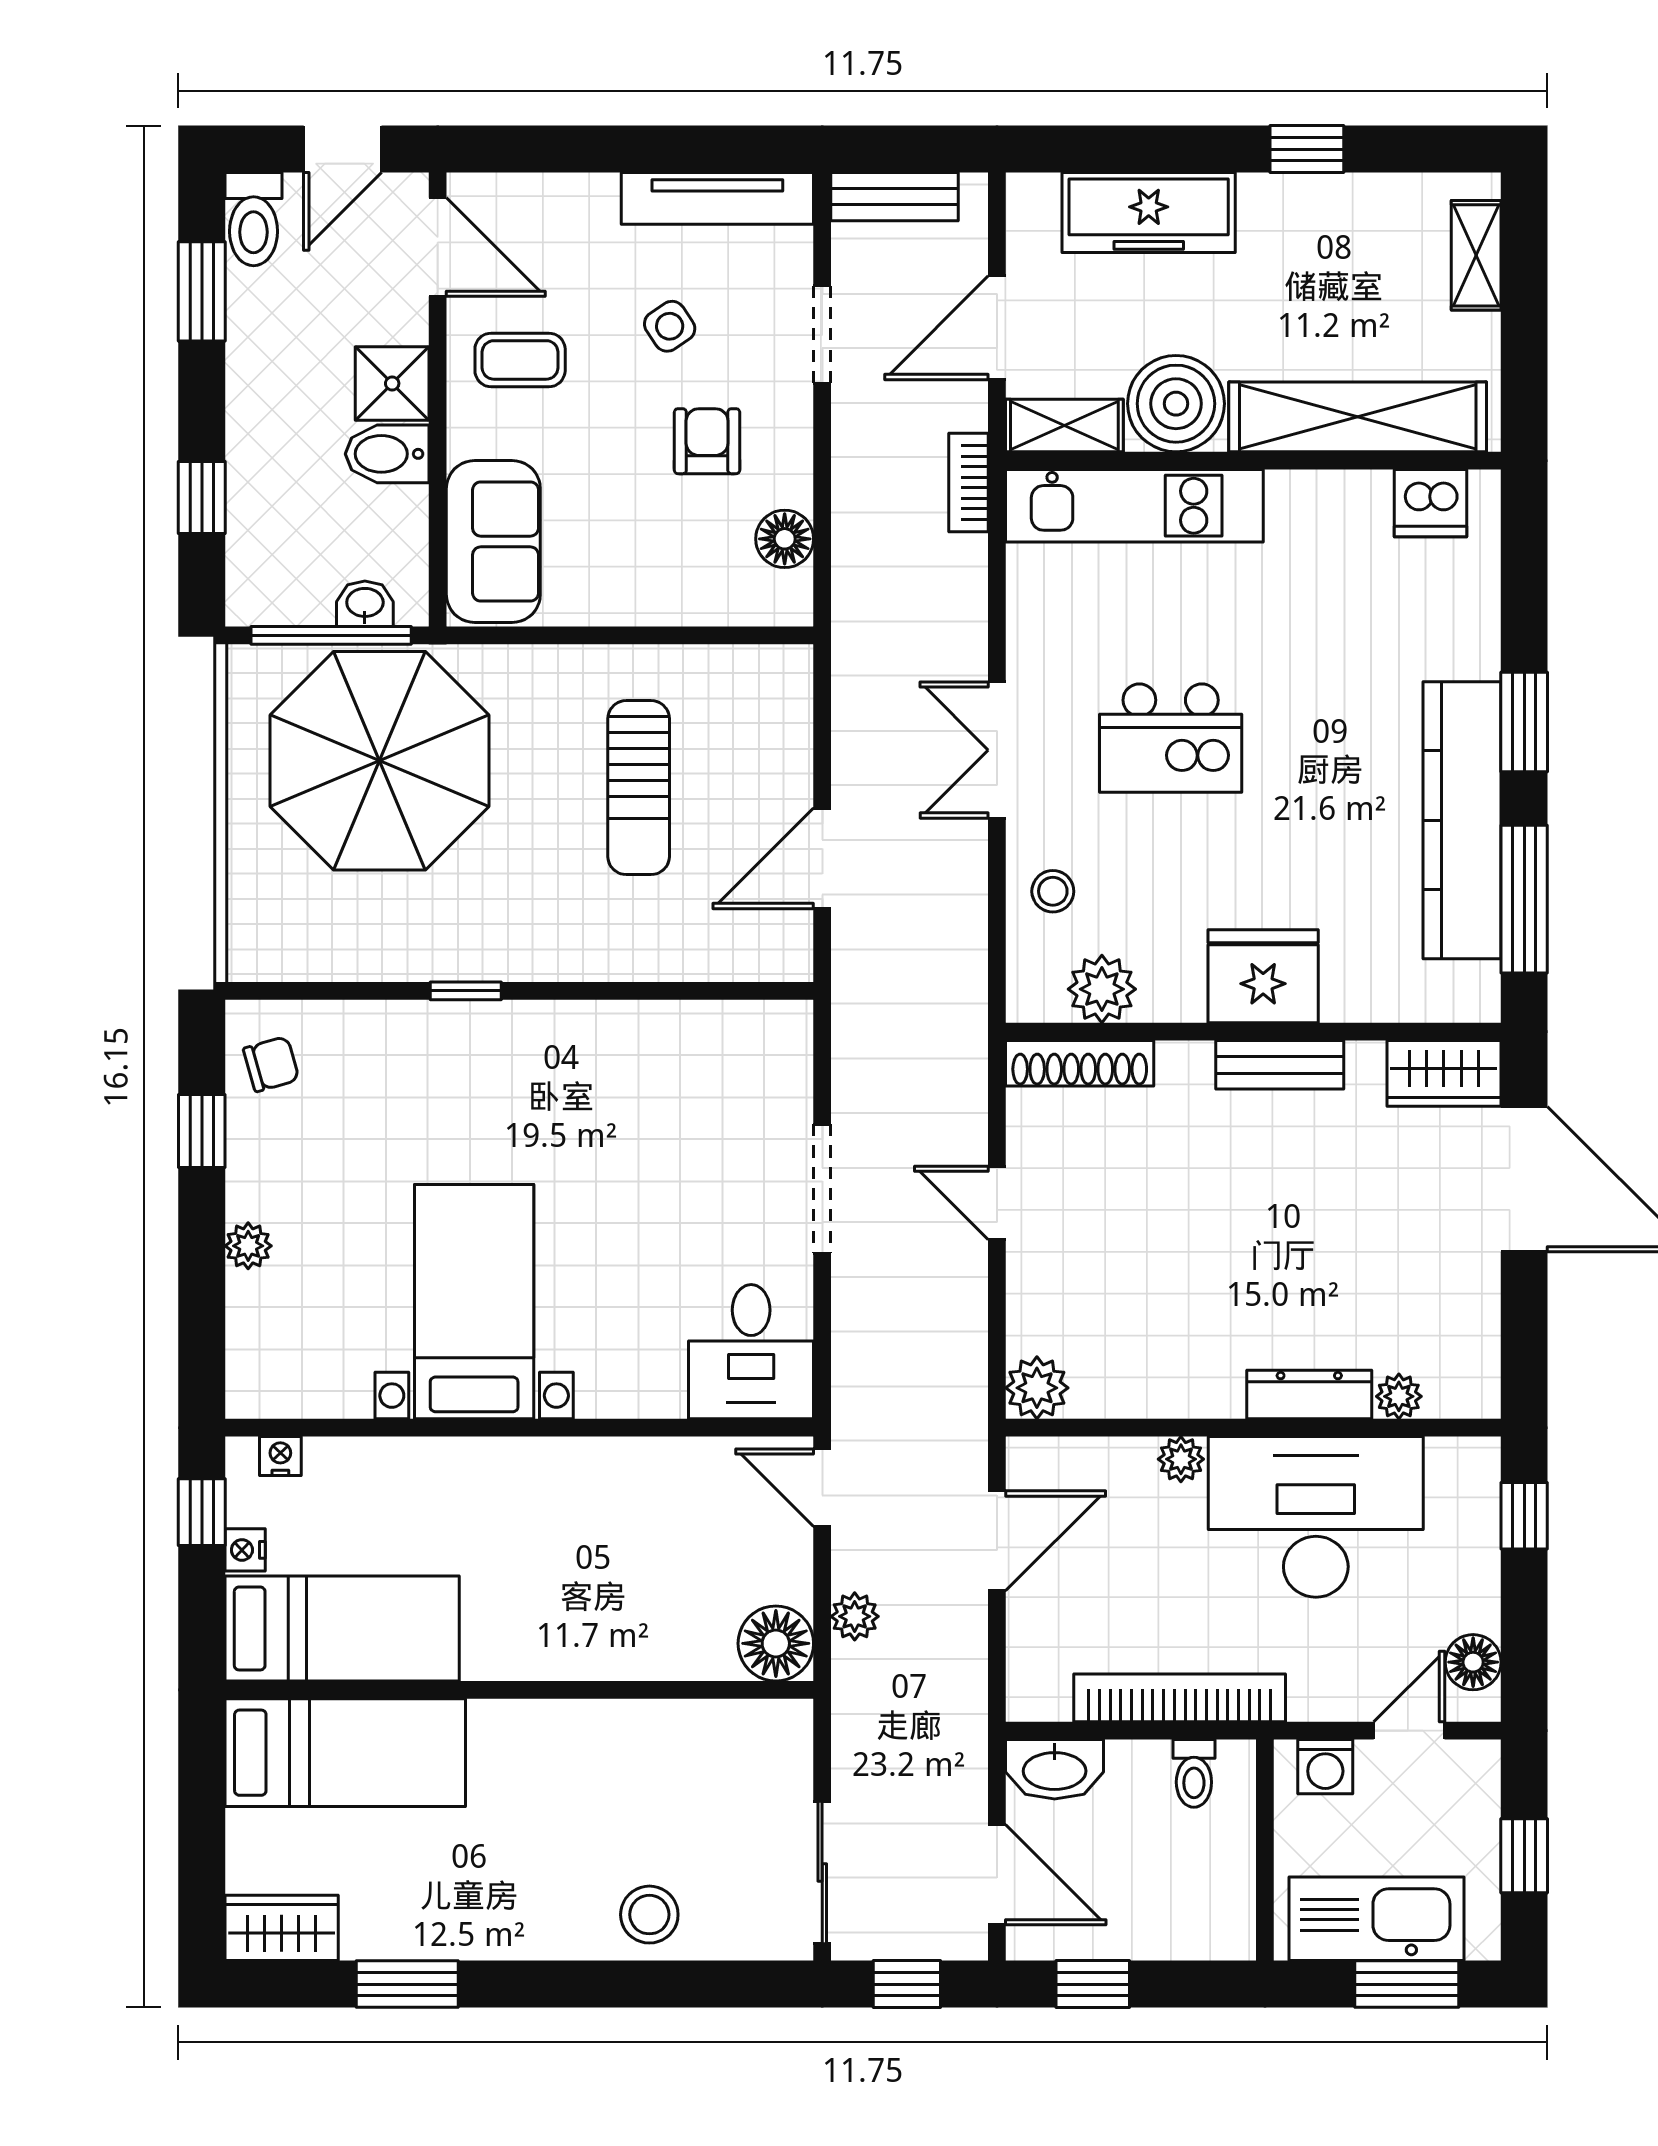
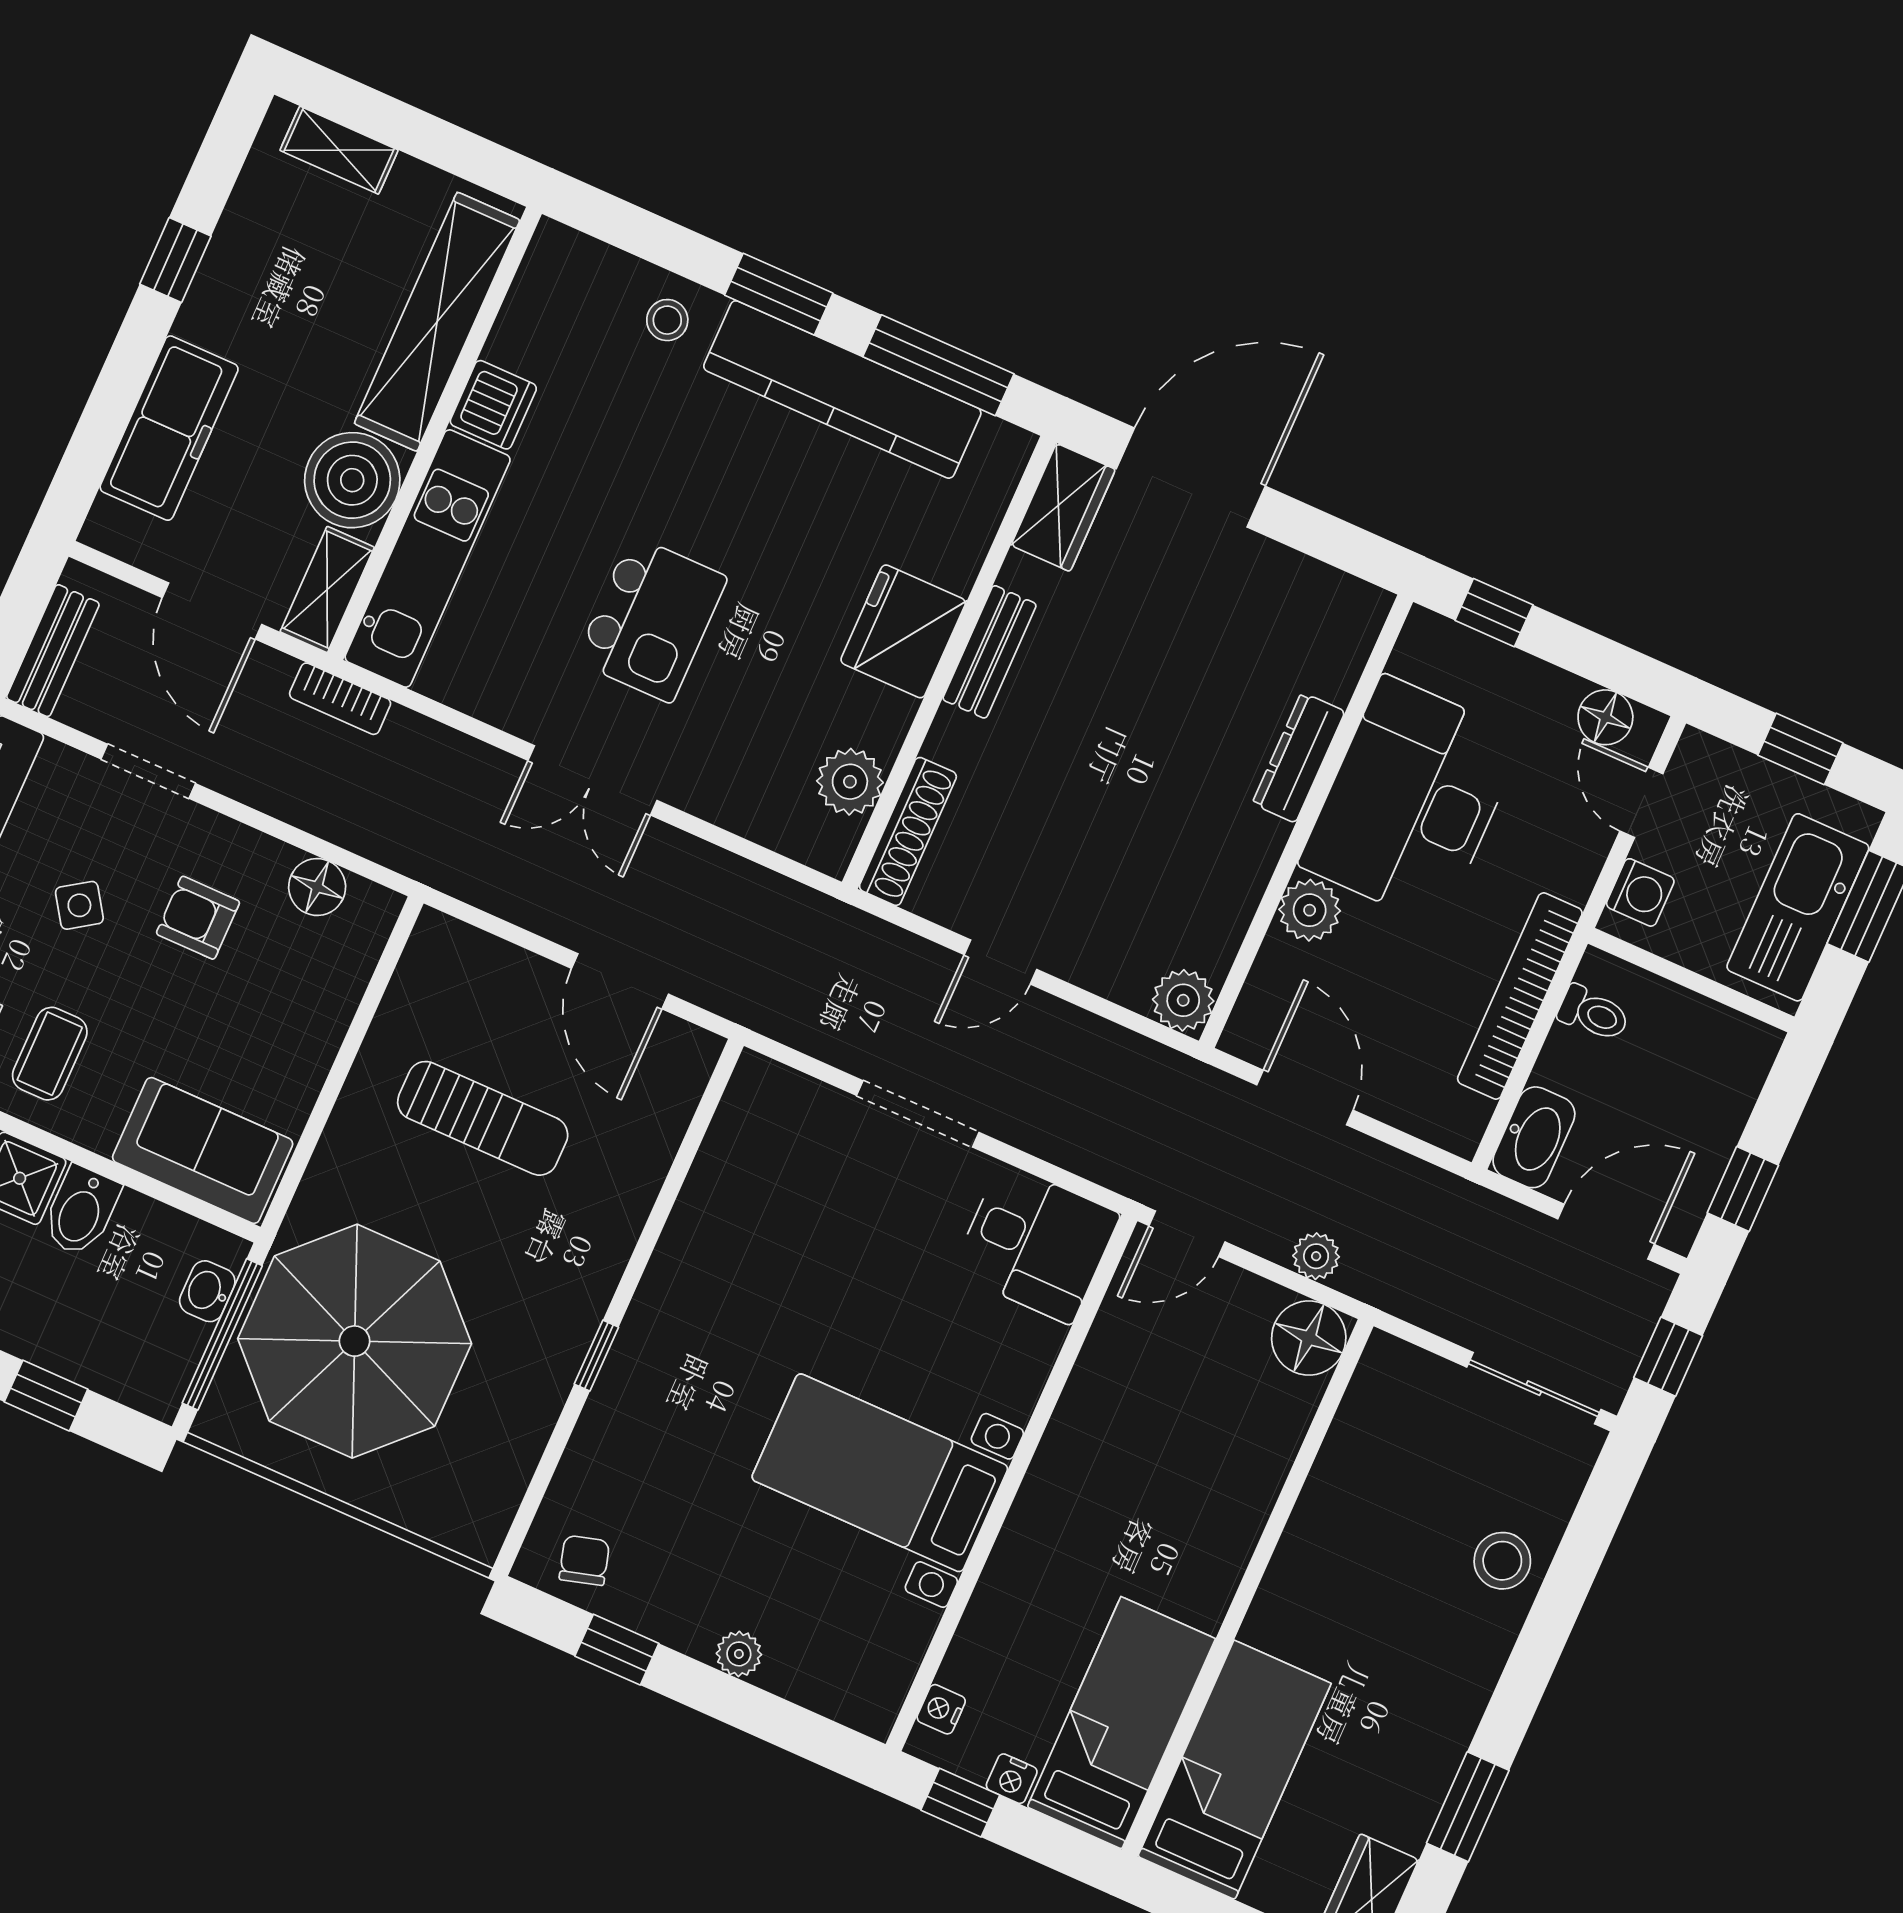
dishwasher: (1430, 503) -> (493, 405), moved
stool: (1053, 891) -> (667, 320), moved
plant: (1399, 1396) -> (1336, 678), removed
plant: (1181, 1459) -> (1310, 910), width x1.38, depth x1.38

